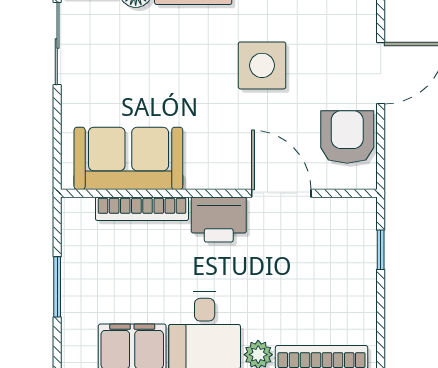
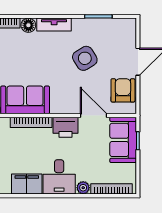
side table: (262, 65) -> (85, 58), turned -32
sofa: (348, 248) -> (123, 140), added

